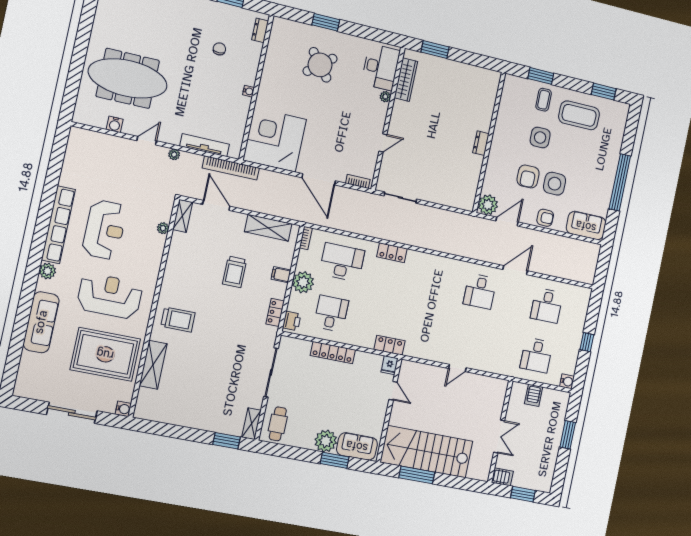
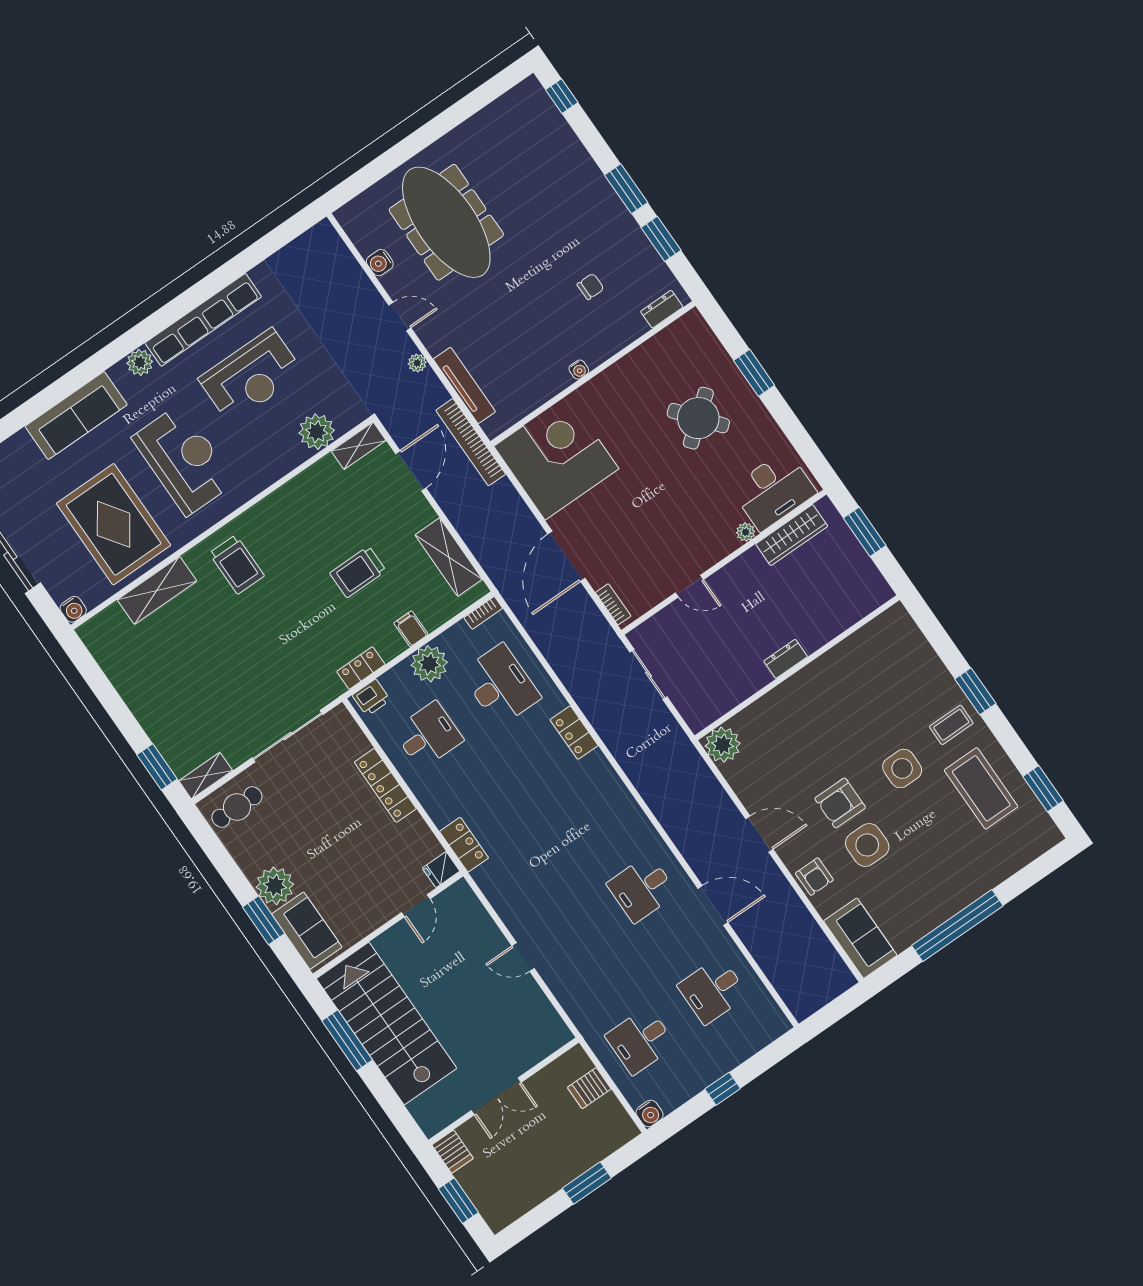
wall: (489, 142) -> (797, 668), moved
dresser: (481, 143) -> (786, 659), moved
plant: (488, 205) -> (723, 745), moved
plant: (163, 228) -> (317, 432), width x1.87, depth x1.87

